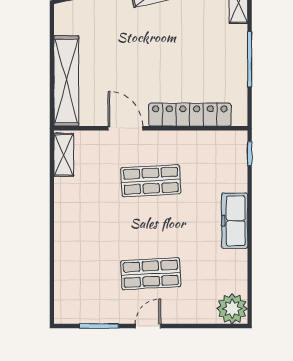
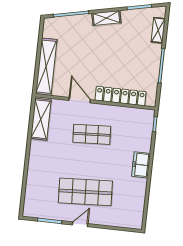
shelving: (64, 155) -> (41, 119), width x1.50, depth x1.33
freezer: (235, 221) -> (141, 165), width x0.71
shop shelf: (151, 274) -> (85, 192), width x1.43, depth x1.36
plant: (232, 309) -> (133, 219), removed

